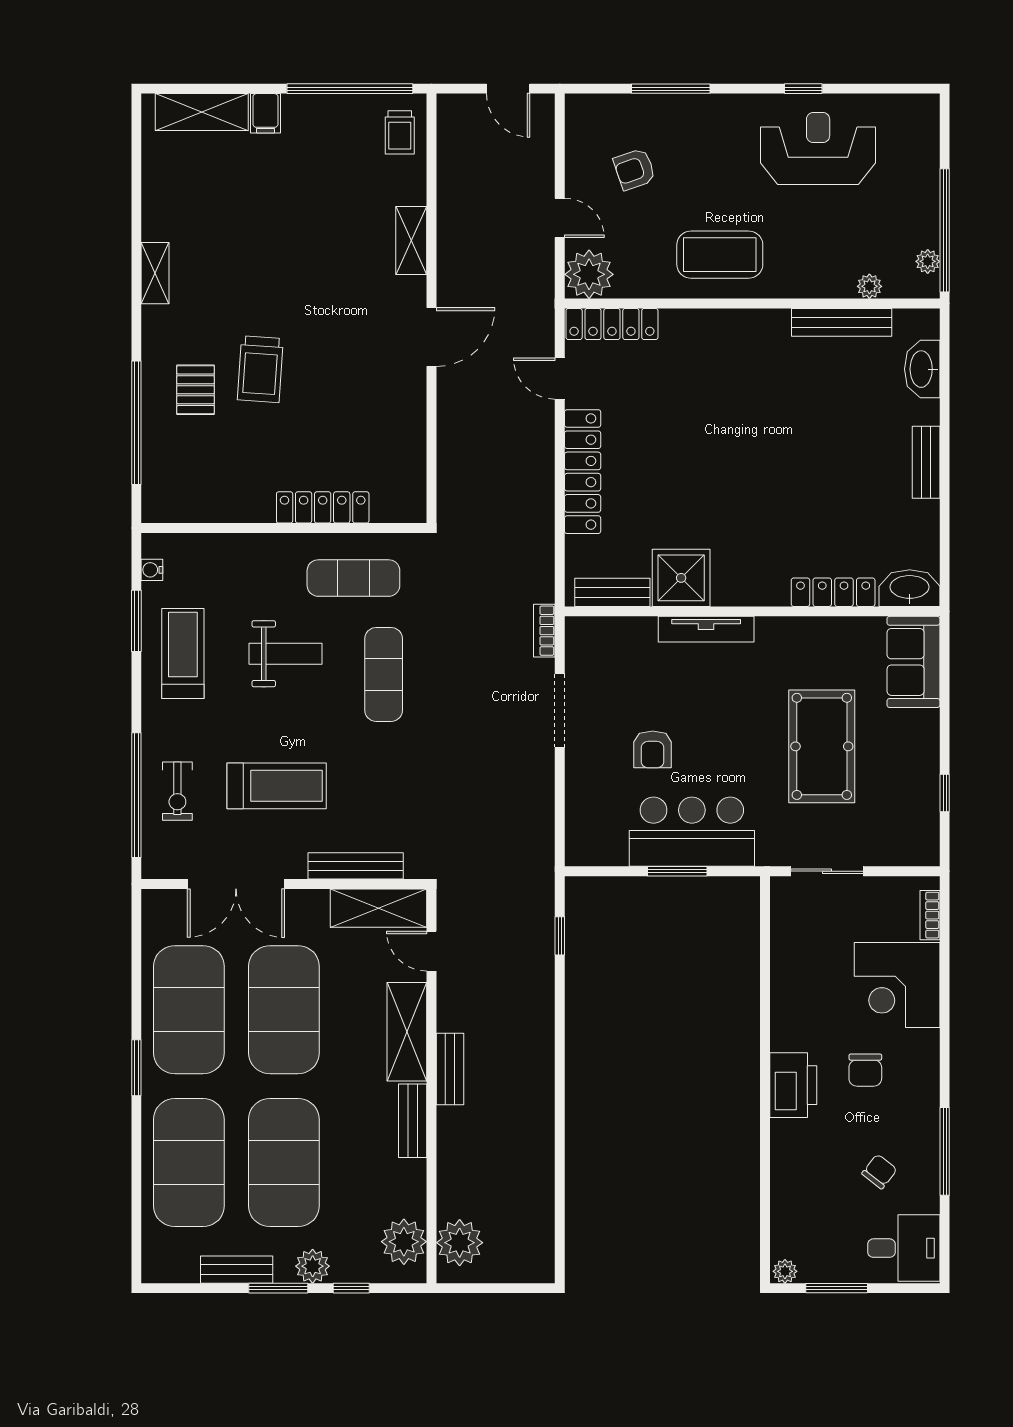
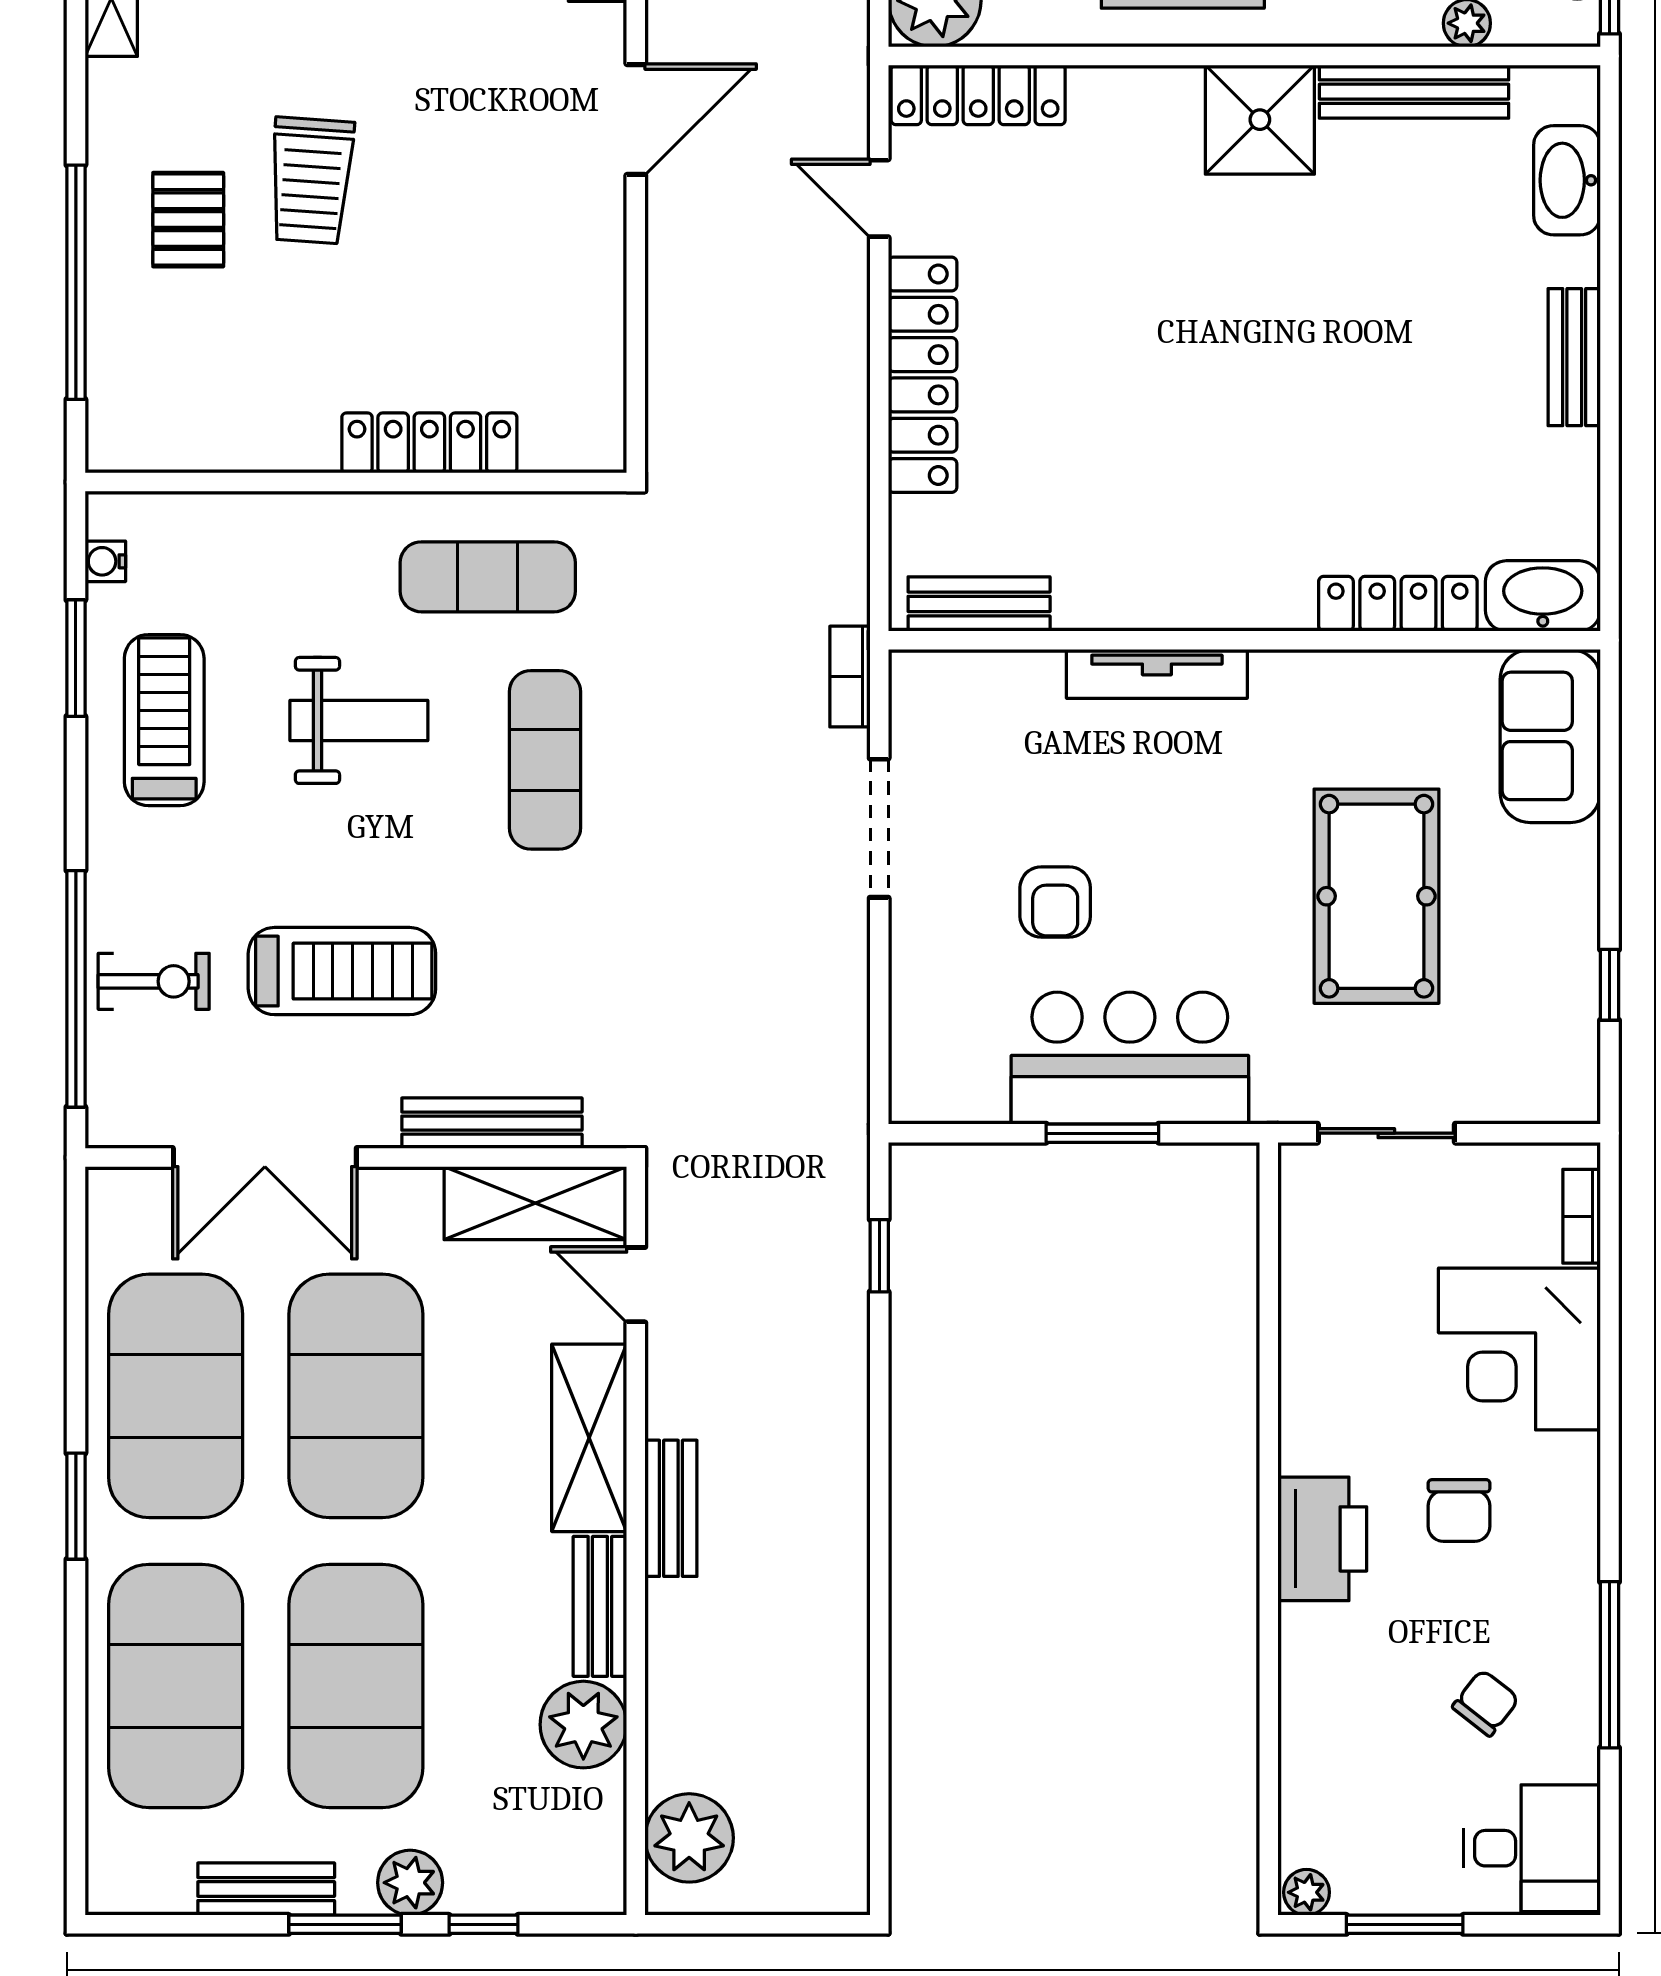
shower: (681, 578) -> (1260, 120), moved
exercise bike: (177, 791) -> (154, 981), turned -90
plant: (404, 1242) -> (583, 1725), moved

